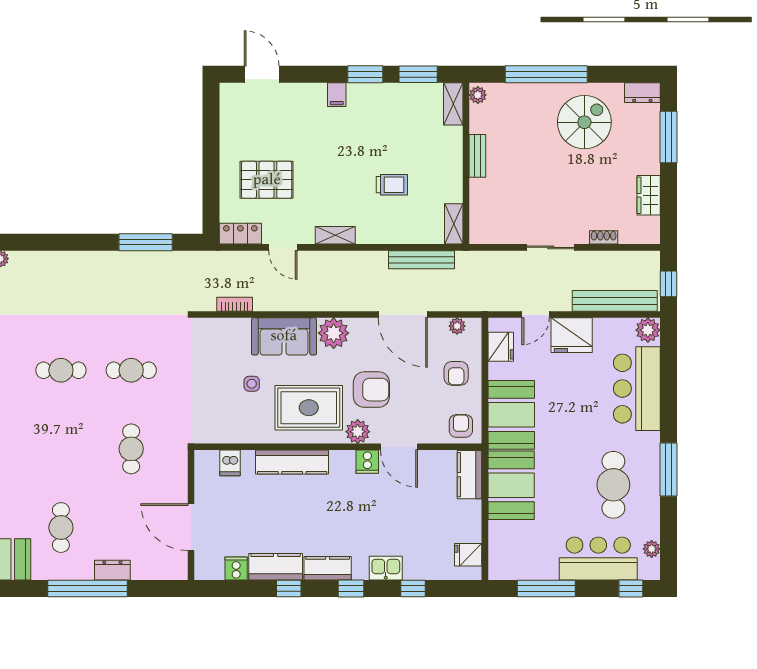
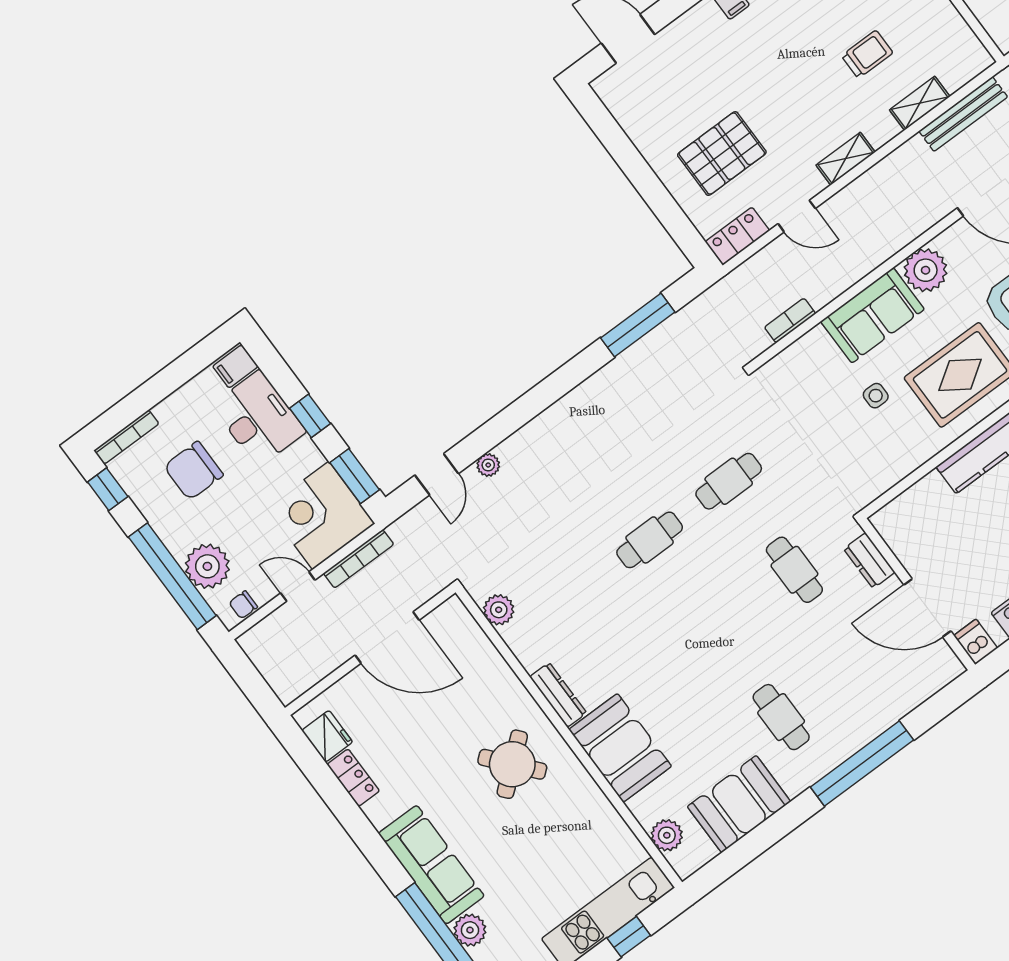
shelving: (454, 224) -> (920, 103), moved, turned 90
dishwasher: (230, 463) -> (976, 642), moved, turned 180
dresser: (112, 570) -> (869, 561), moved, turned -90

